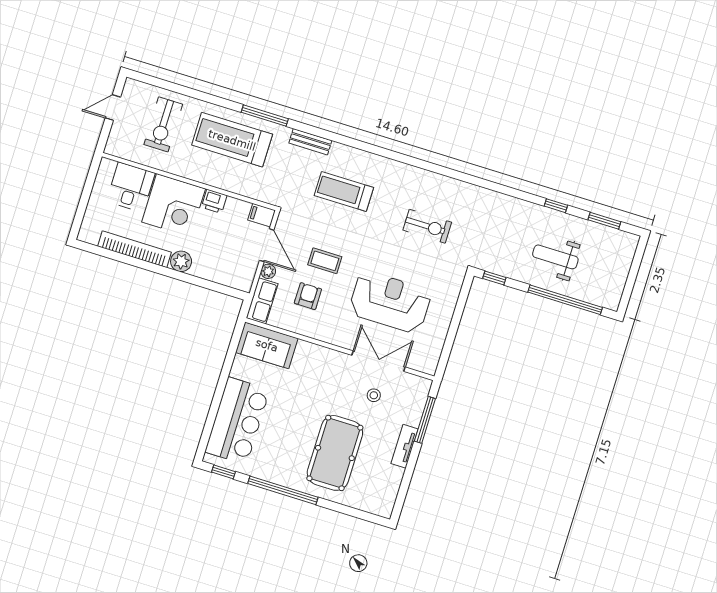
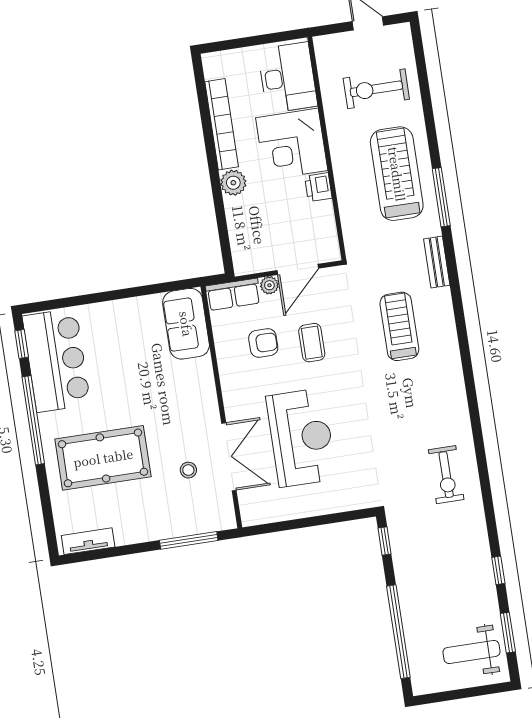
desk: (131, 187) -> (288, 78), width x1.37
filing cabinet: (262, 215) -> (328, 247), removed
exercise bike: (427, 226) -> (446, 475), moved
weight bench: (555, 257) -> (471, 652), moved, turned -90
bar counter: (237, 421) -> (56, 360), moved, turned -90
tv unit: (405, 446) -> (88, 541), moved

